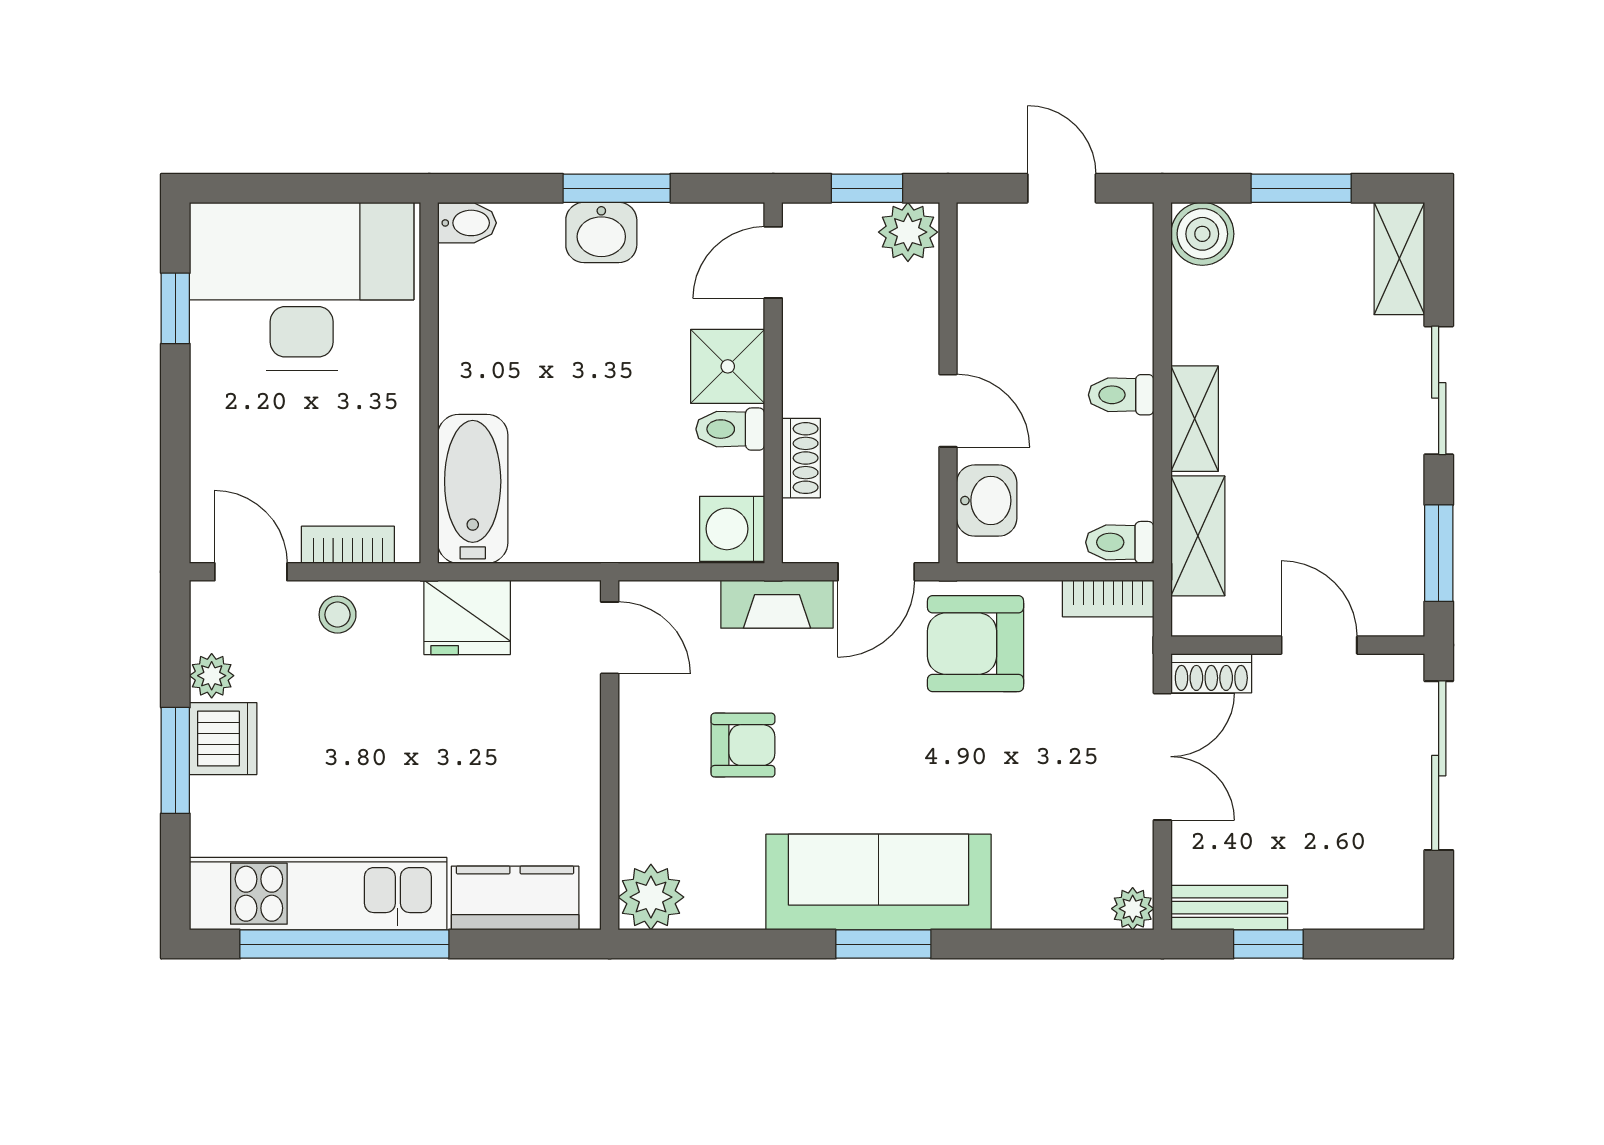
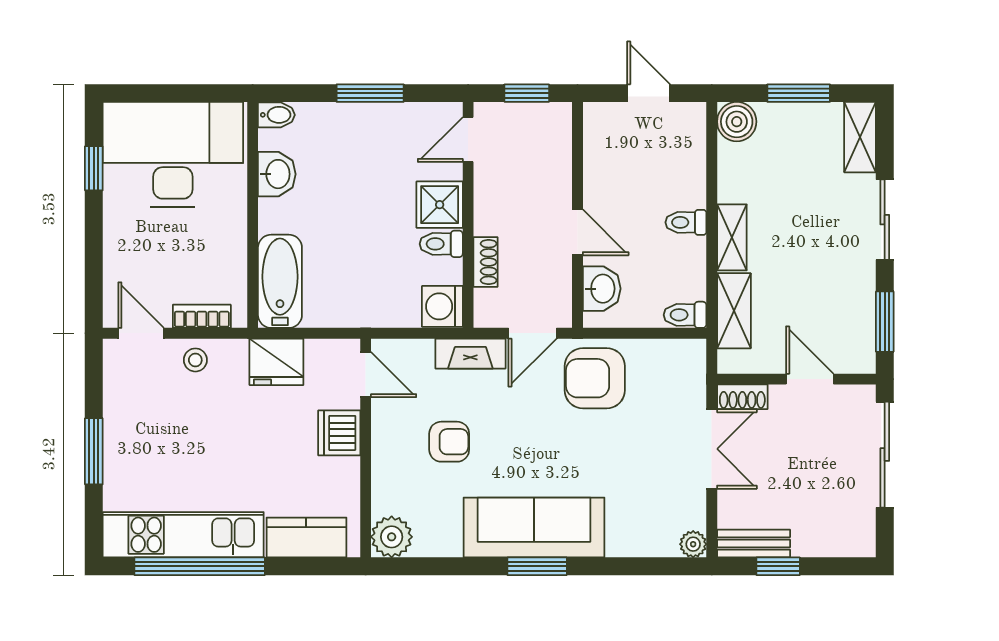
washbasin: (601, 232) -> (277, 174), moved, turned -90
plant: (908, 232) -> (552, 121), removed
bookcase: (1108, 599) -> (678, 350), removed
plant: (212, 676) -> (117, 398), removed
dishwasher: (223, 739) -> (339, 433), moved, turned 180

